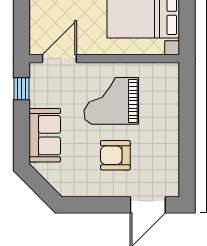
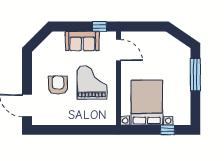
sofa: (45, 135) -> (82, 41), moved

